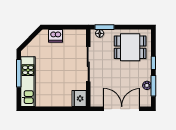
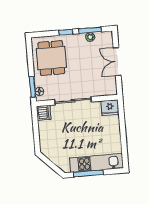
dishwasher: (56, 36) -> (44, 113), moved
double door: (122, 109) -> (117, 62), width x0.73

